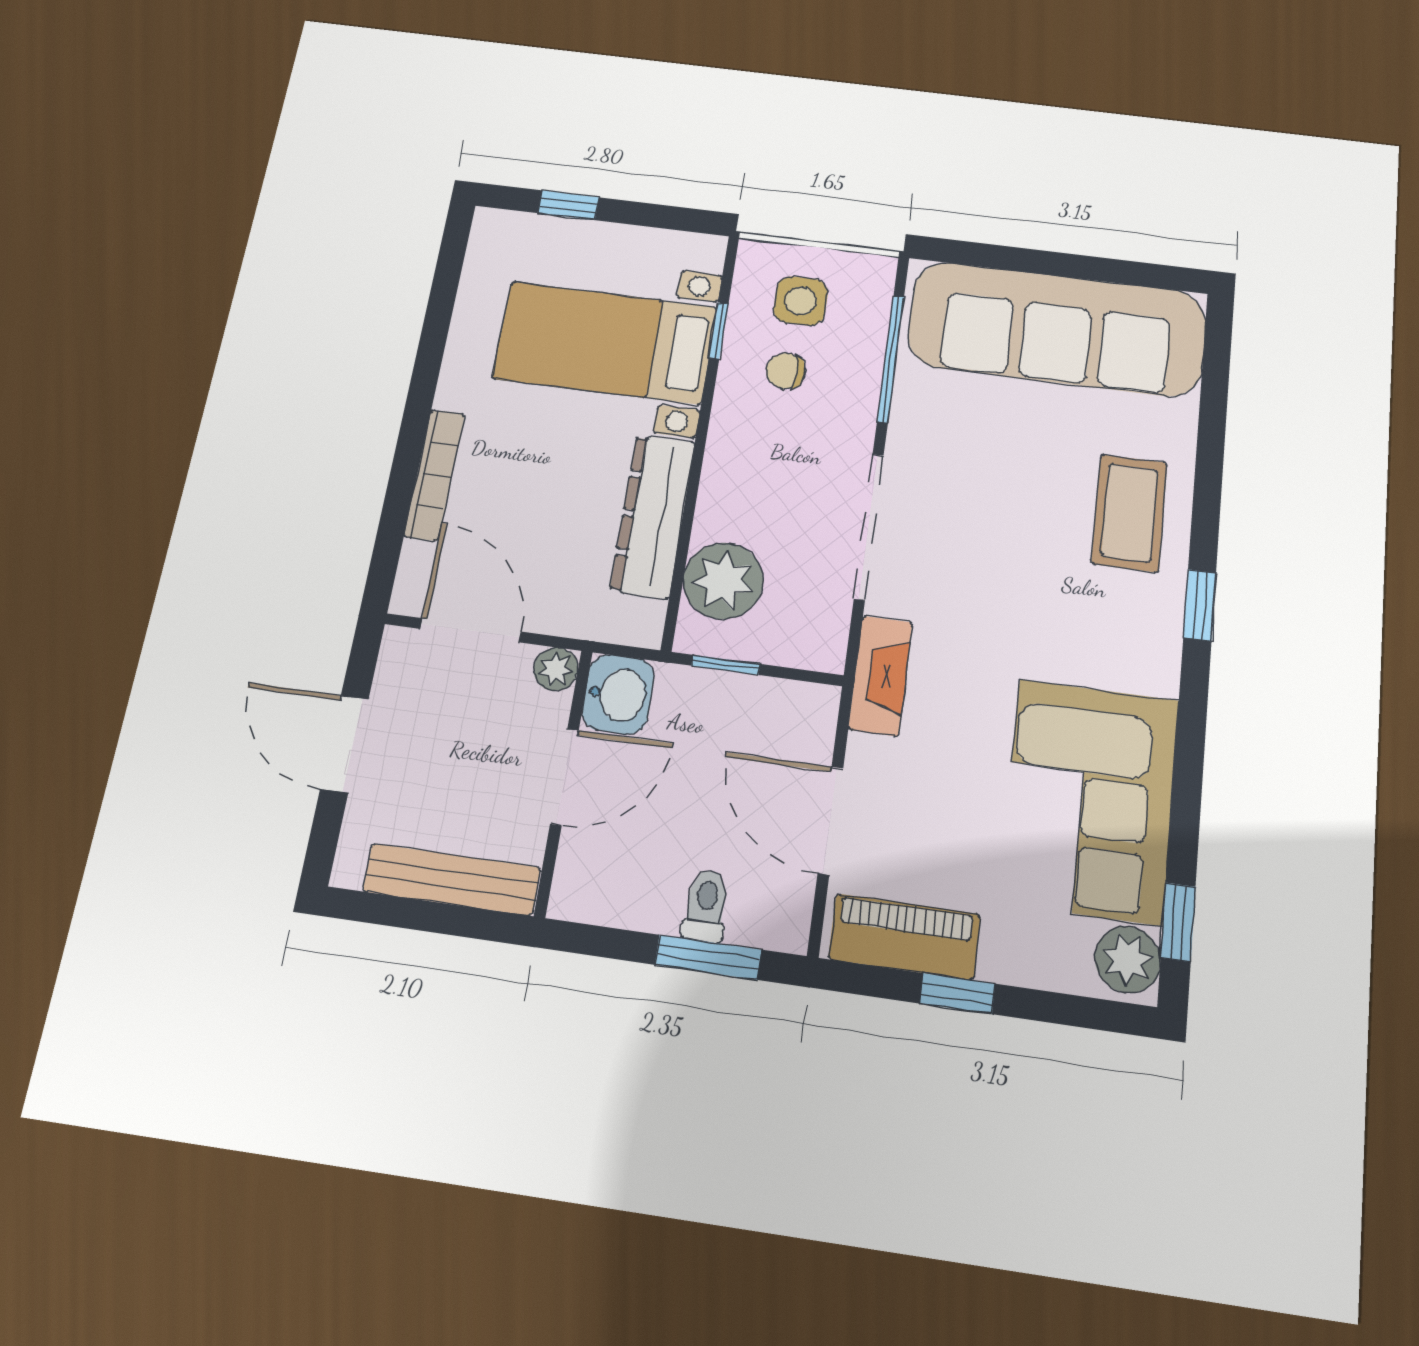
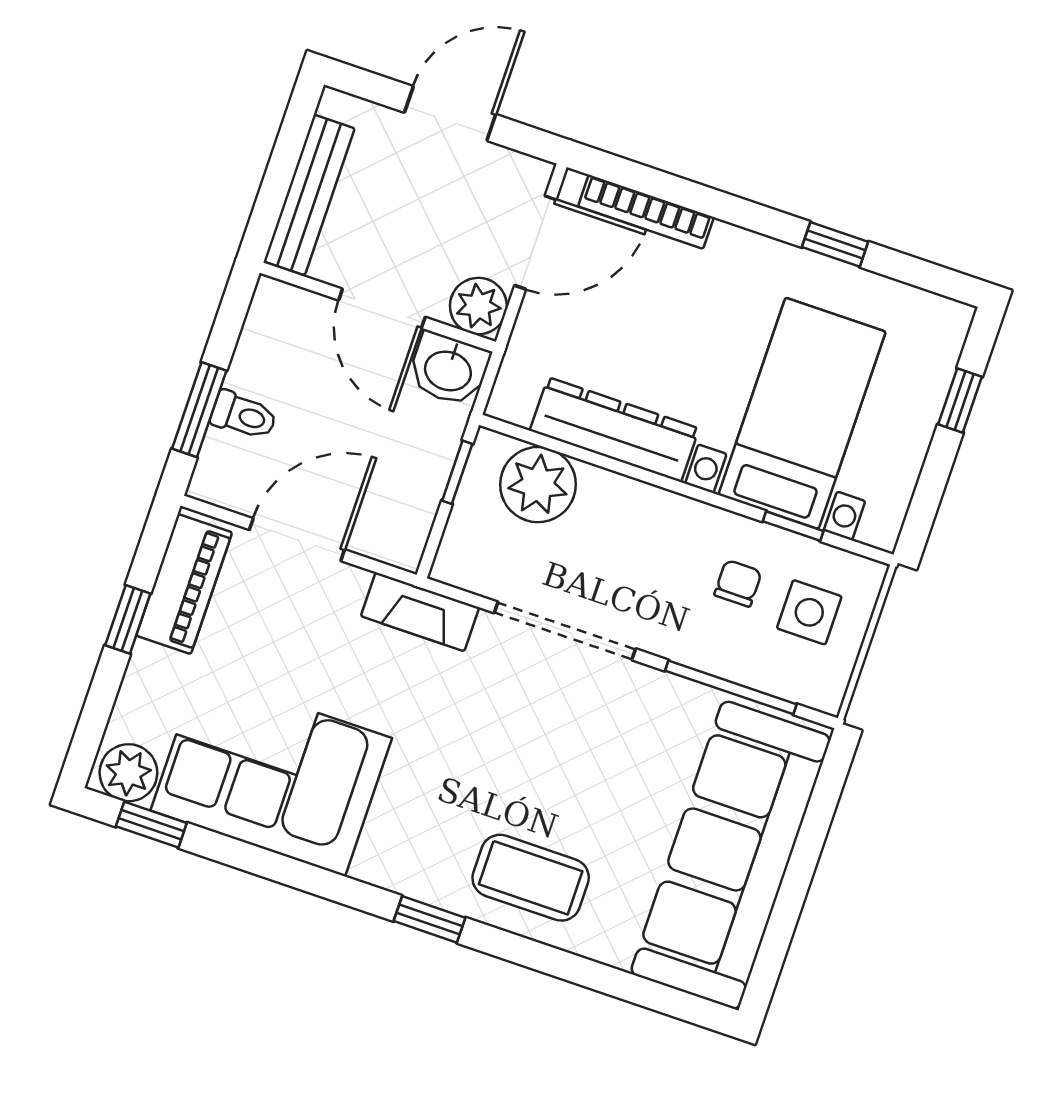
window: (432, 343) -> (835, 244), added
bookcase: (435, 475) -> (646, 212), moved
plant: (556, 669) -> (478, 306), width x1.38, depth x1.38

